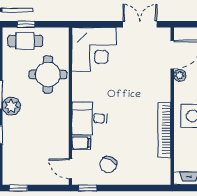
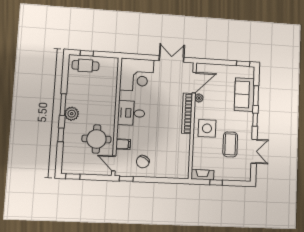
round table: (48, 74) -> (96, 139), moved
desk: (89, 118) -> (131, 113), moved
bookcase: (164, 130) -> (187, 113), moved

